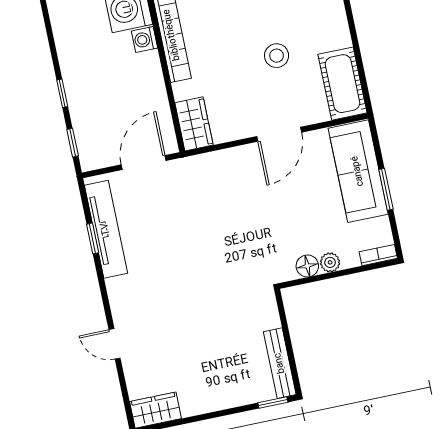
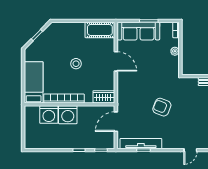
washing machine: (144, 39) -> (68, 115), width x1.89, depth x1.89
stool: (277, 56) -> (76, 64), moved
door: (144, 163) -> (116, 122), hinge flipped
armchair: (198, 259) -> (162, 107), added
floor lamp: (307, 266) -> (174, 61), removed

